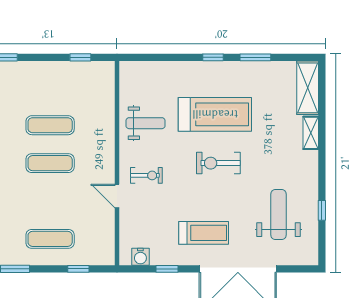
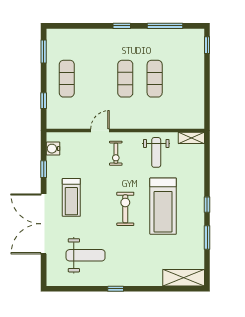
window: (80, 57) -> (207, 102), removed
shelving: (311, 133) -> (191, 138), moved
window: (322, 210) -> (116, 289), moved

